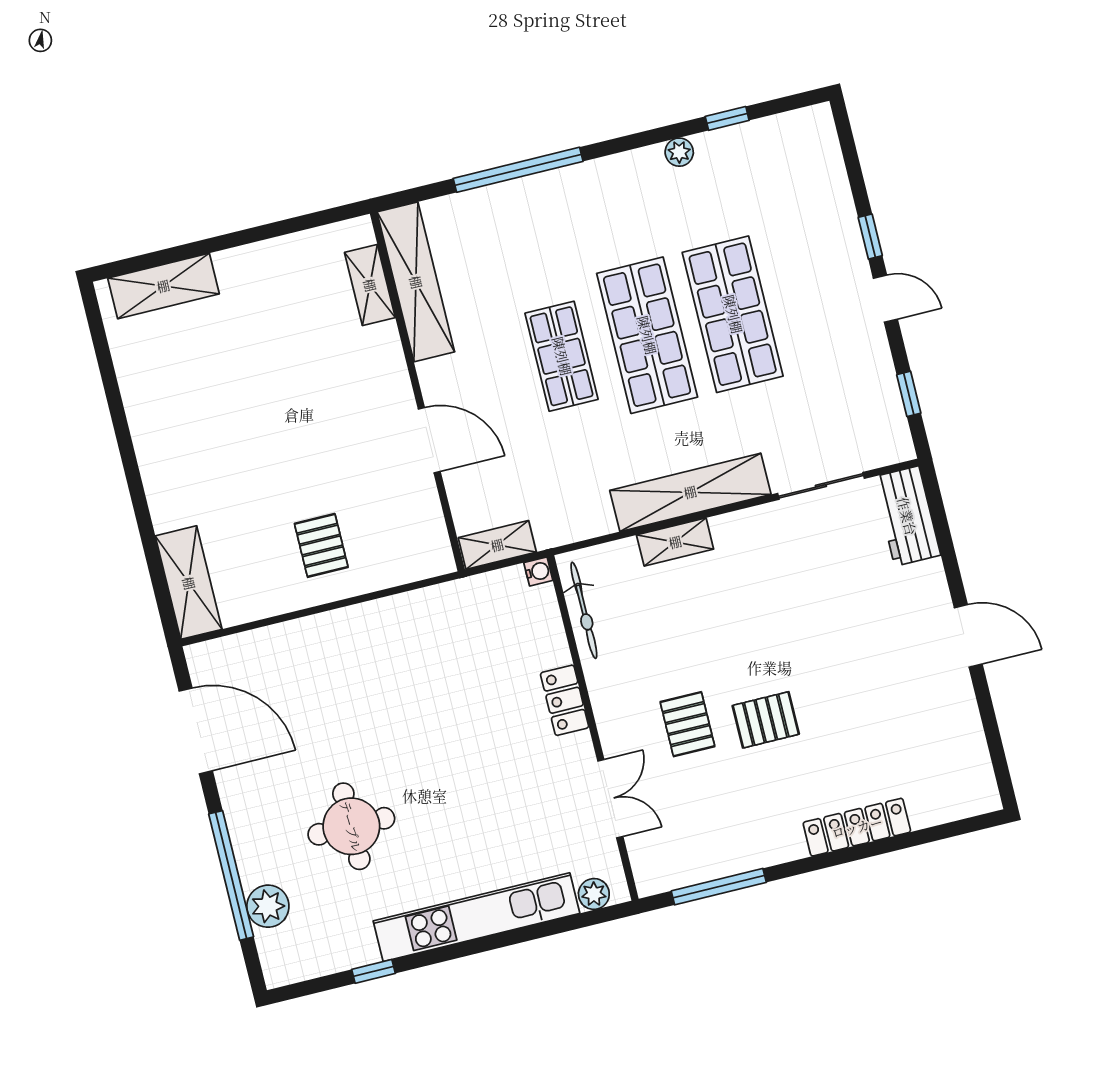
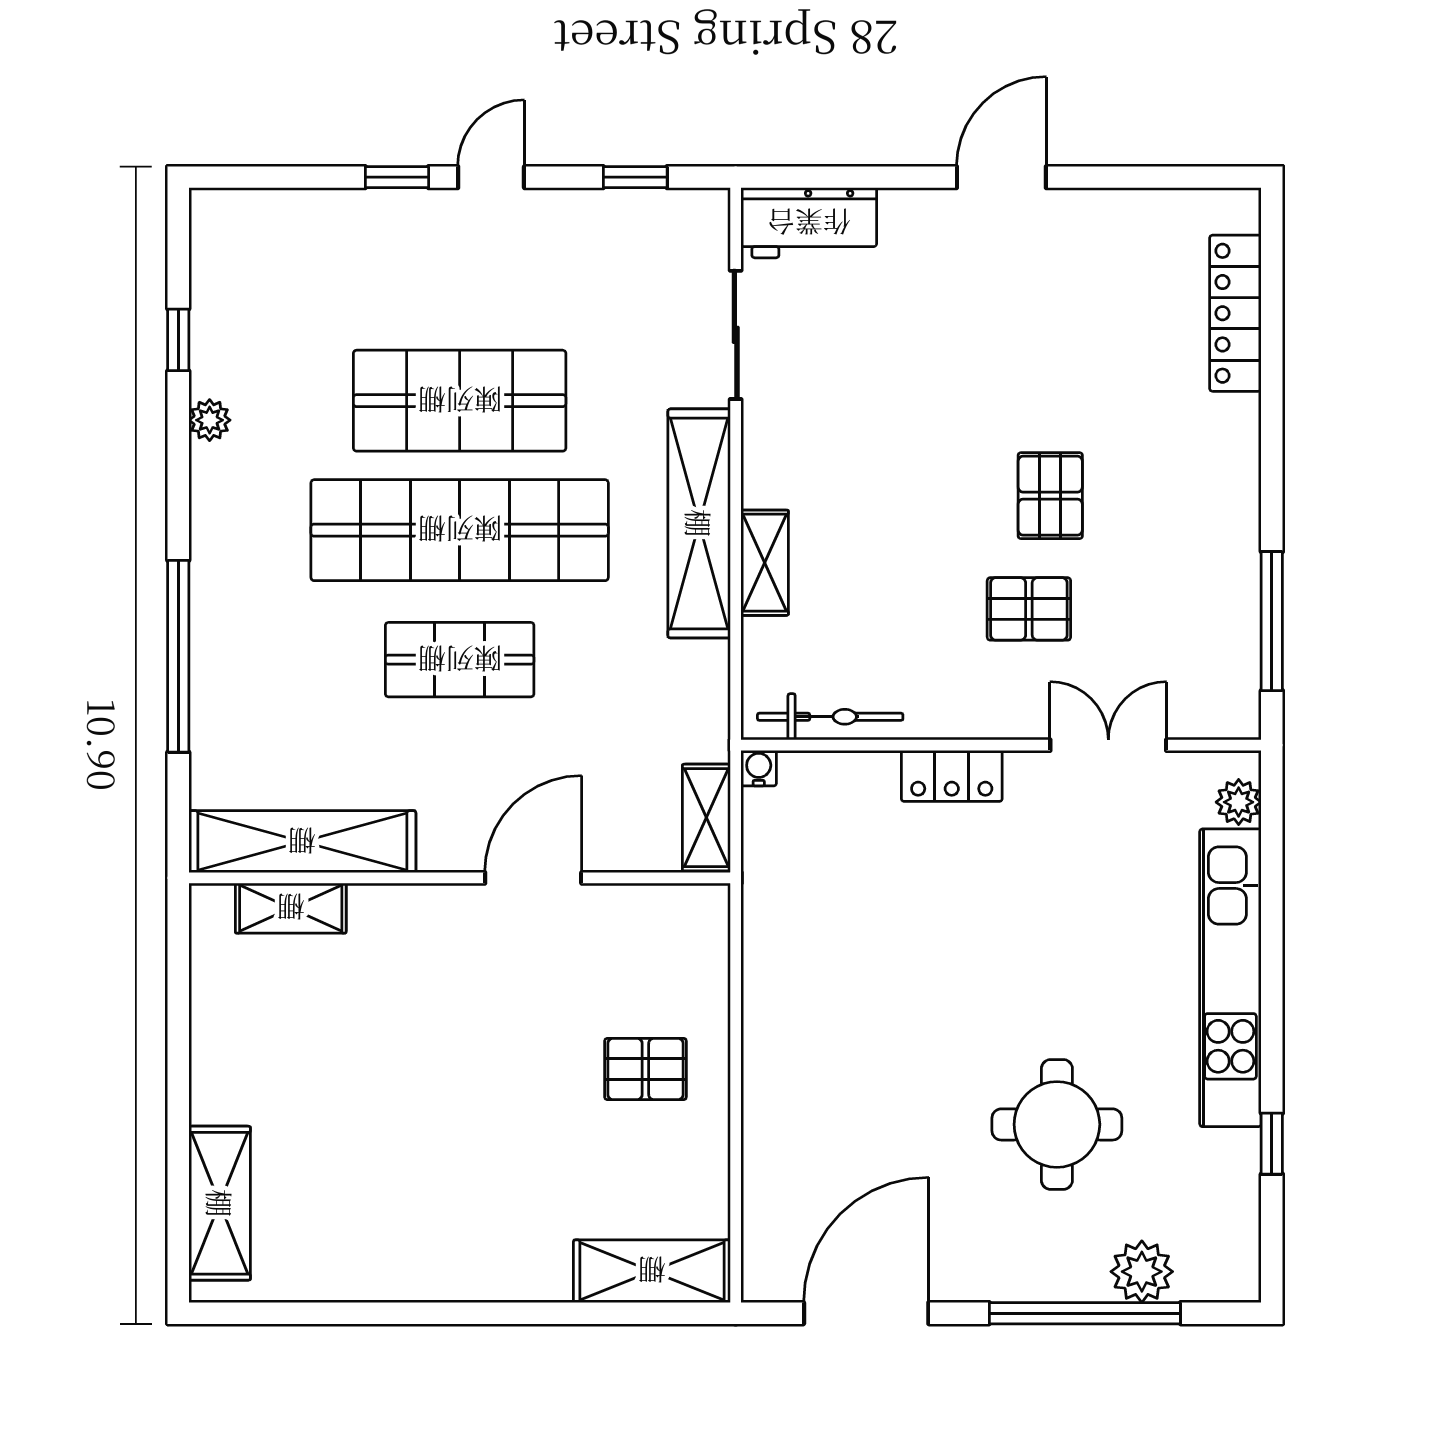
shop shelf: (647, 335) -> (460, 530), width x1.40
locker: (857, 827) -> (1235, 313), moved

